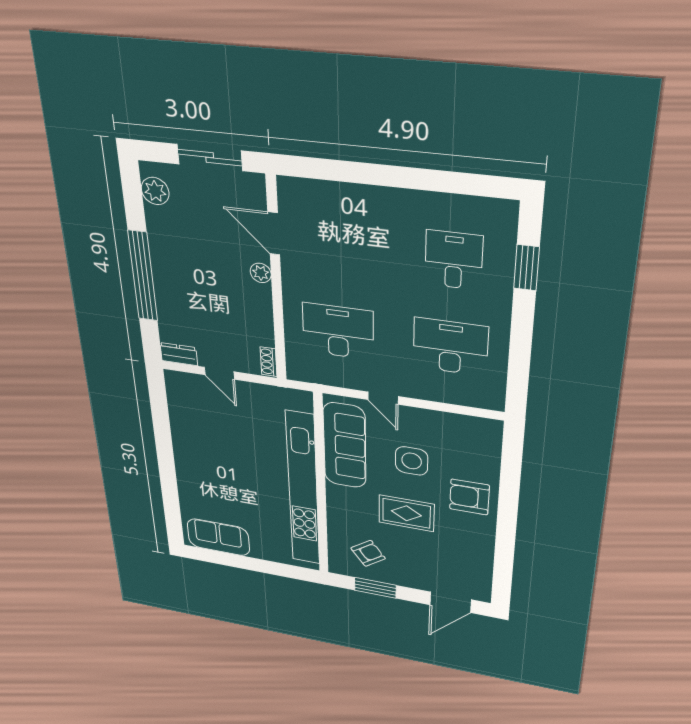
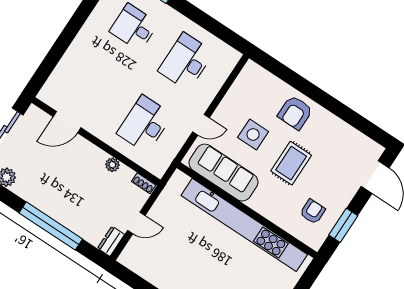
plant: (261, 273) -> (112, 165), moved
armchair: (368, 553) -> (313, 212), turned 36

